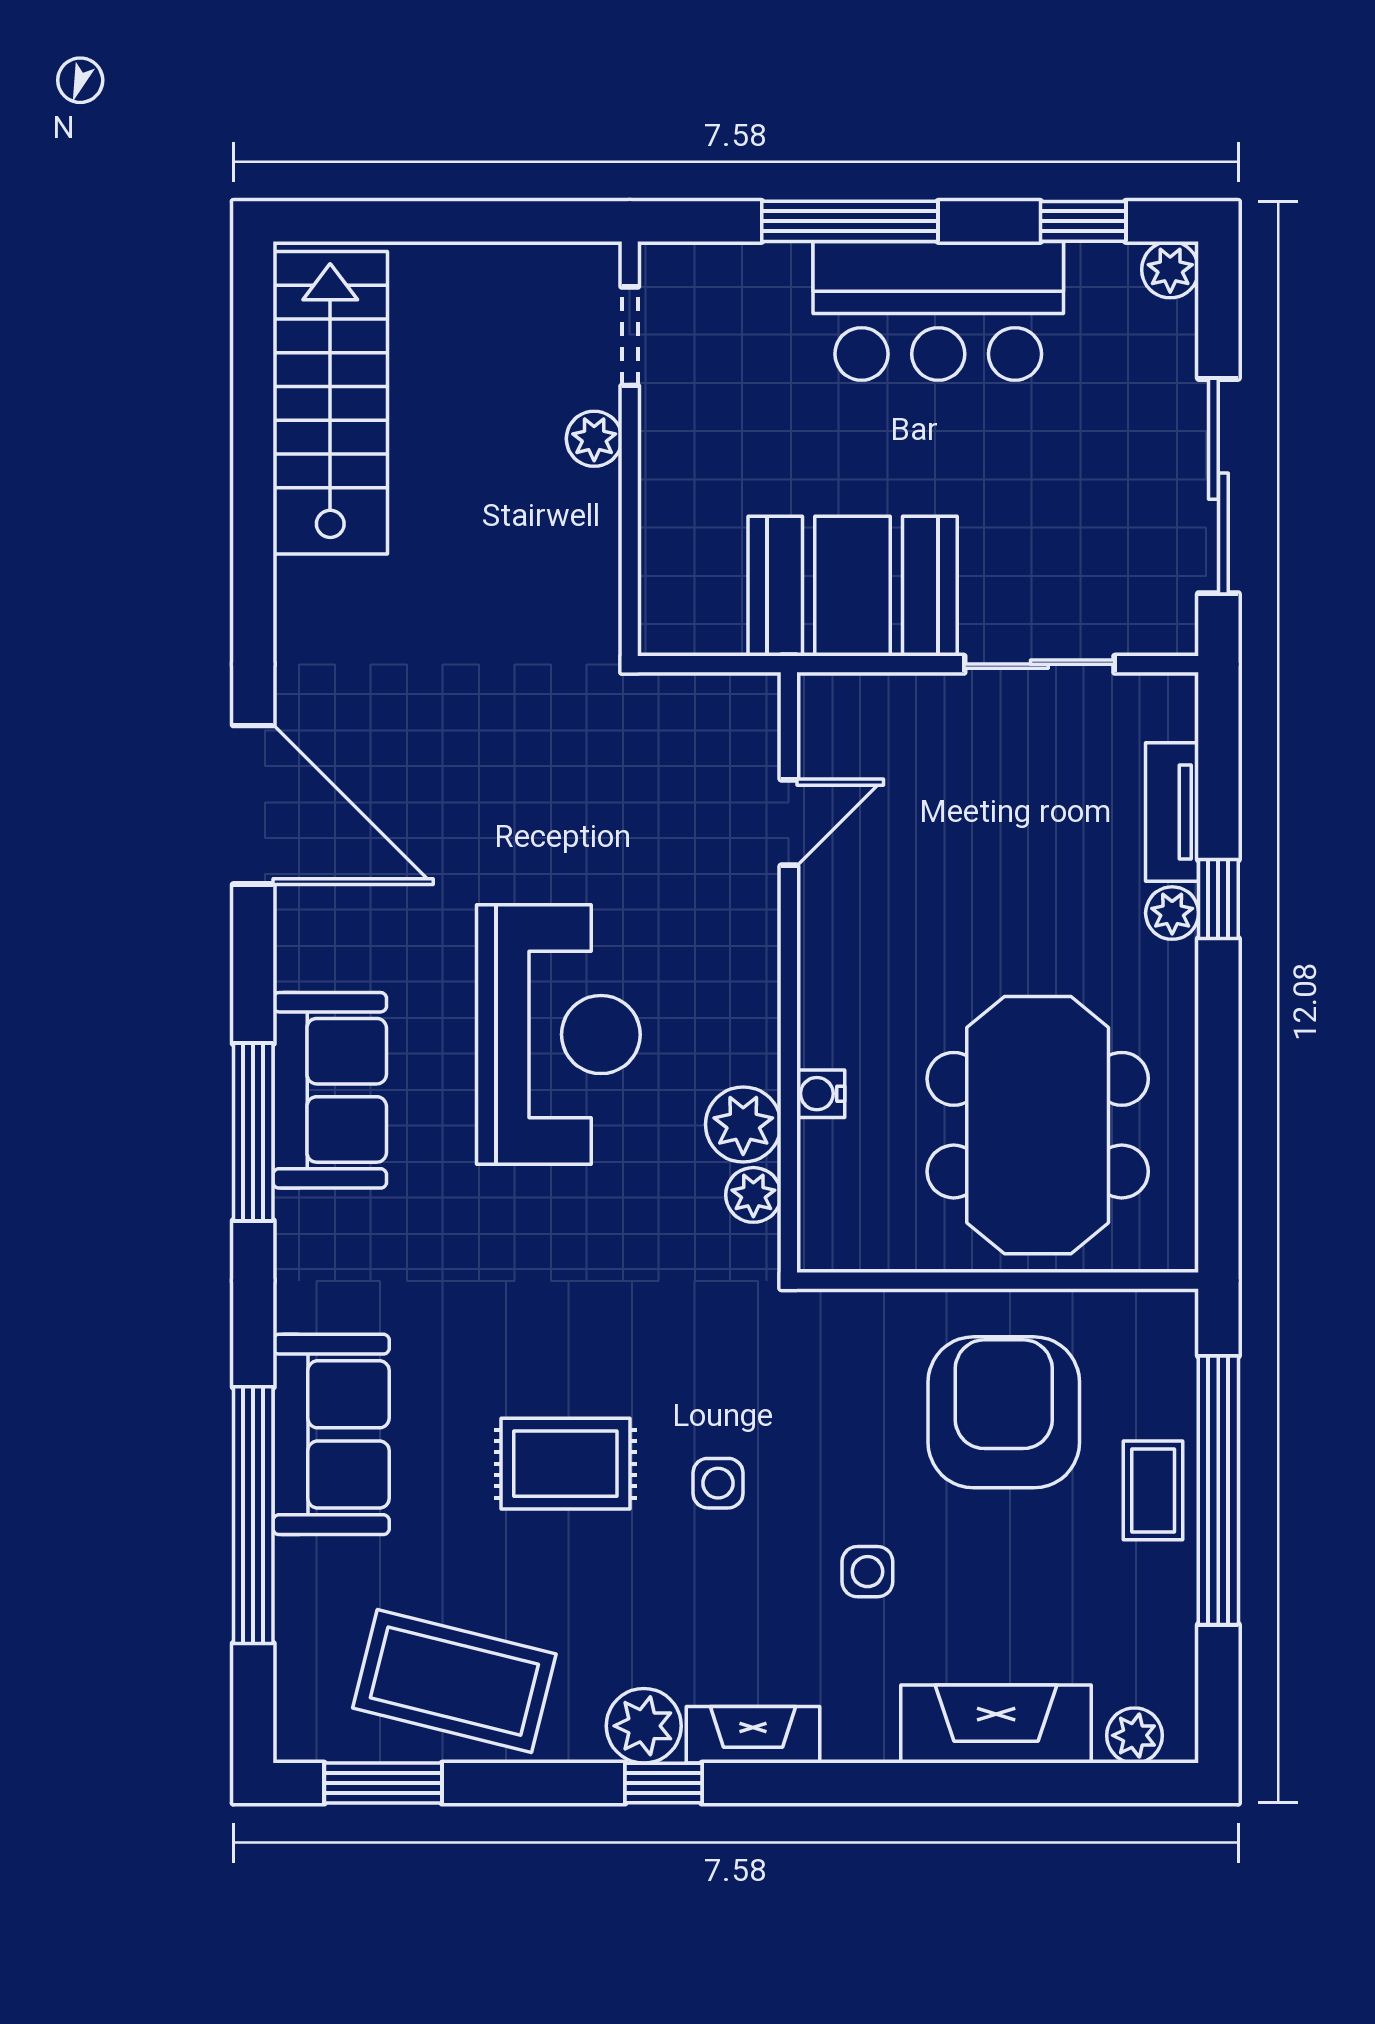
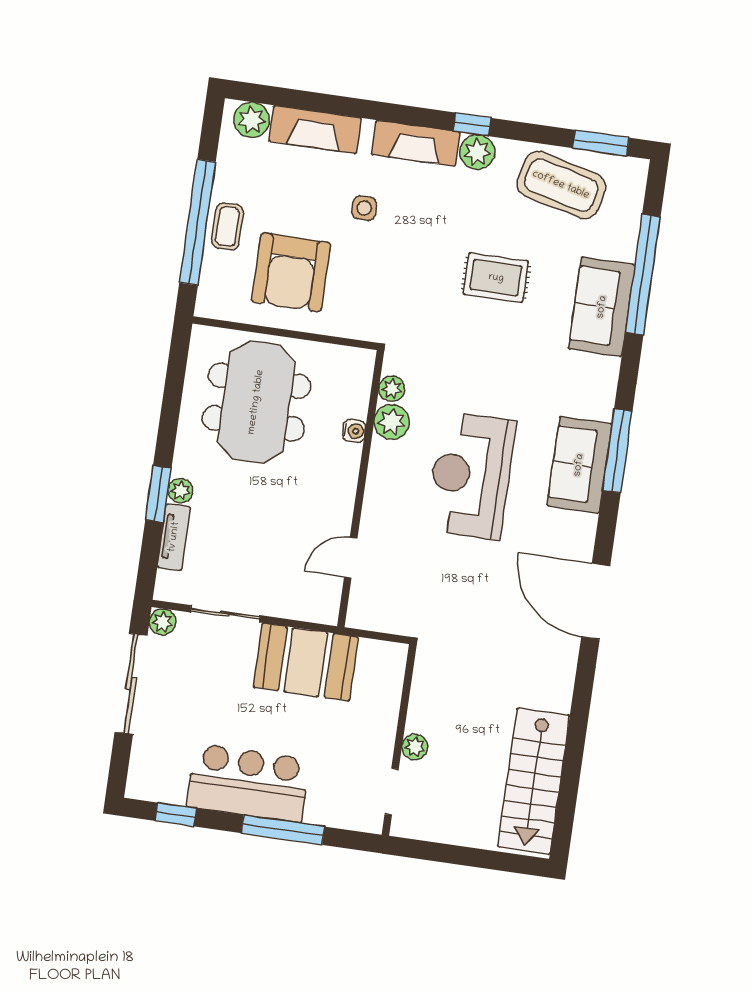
plant: (1170, 270) -> (163, 622), moved
window: (1218, 899) -> (158, 494), width x1.50
side table: (718, 1483) -> (427, 259), removed
fireplace: (753, 1735) -> (416, 143), width x1.37, depth x1.32
plant: (1135, 1735) -> (252, 120), width x1.38, depth x1.38

